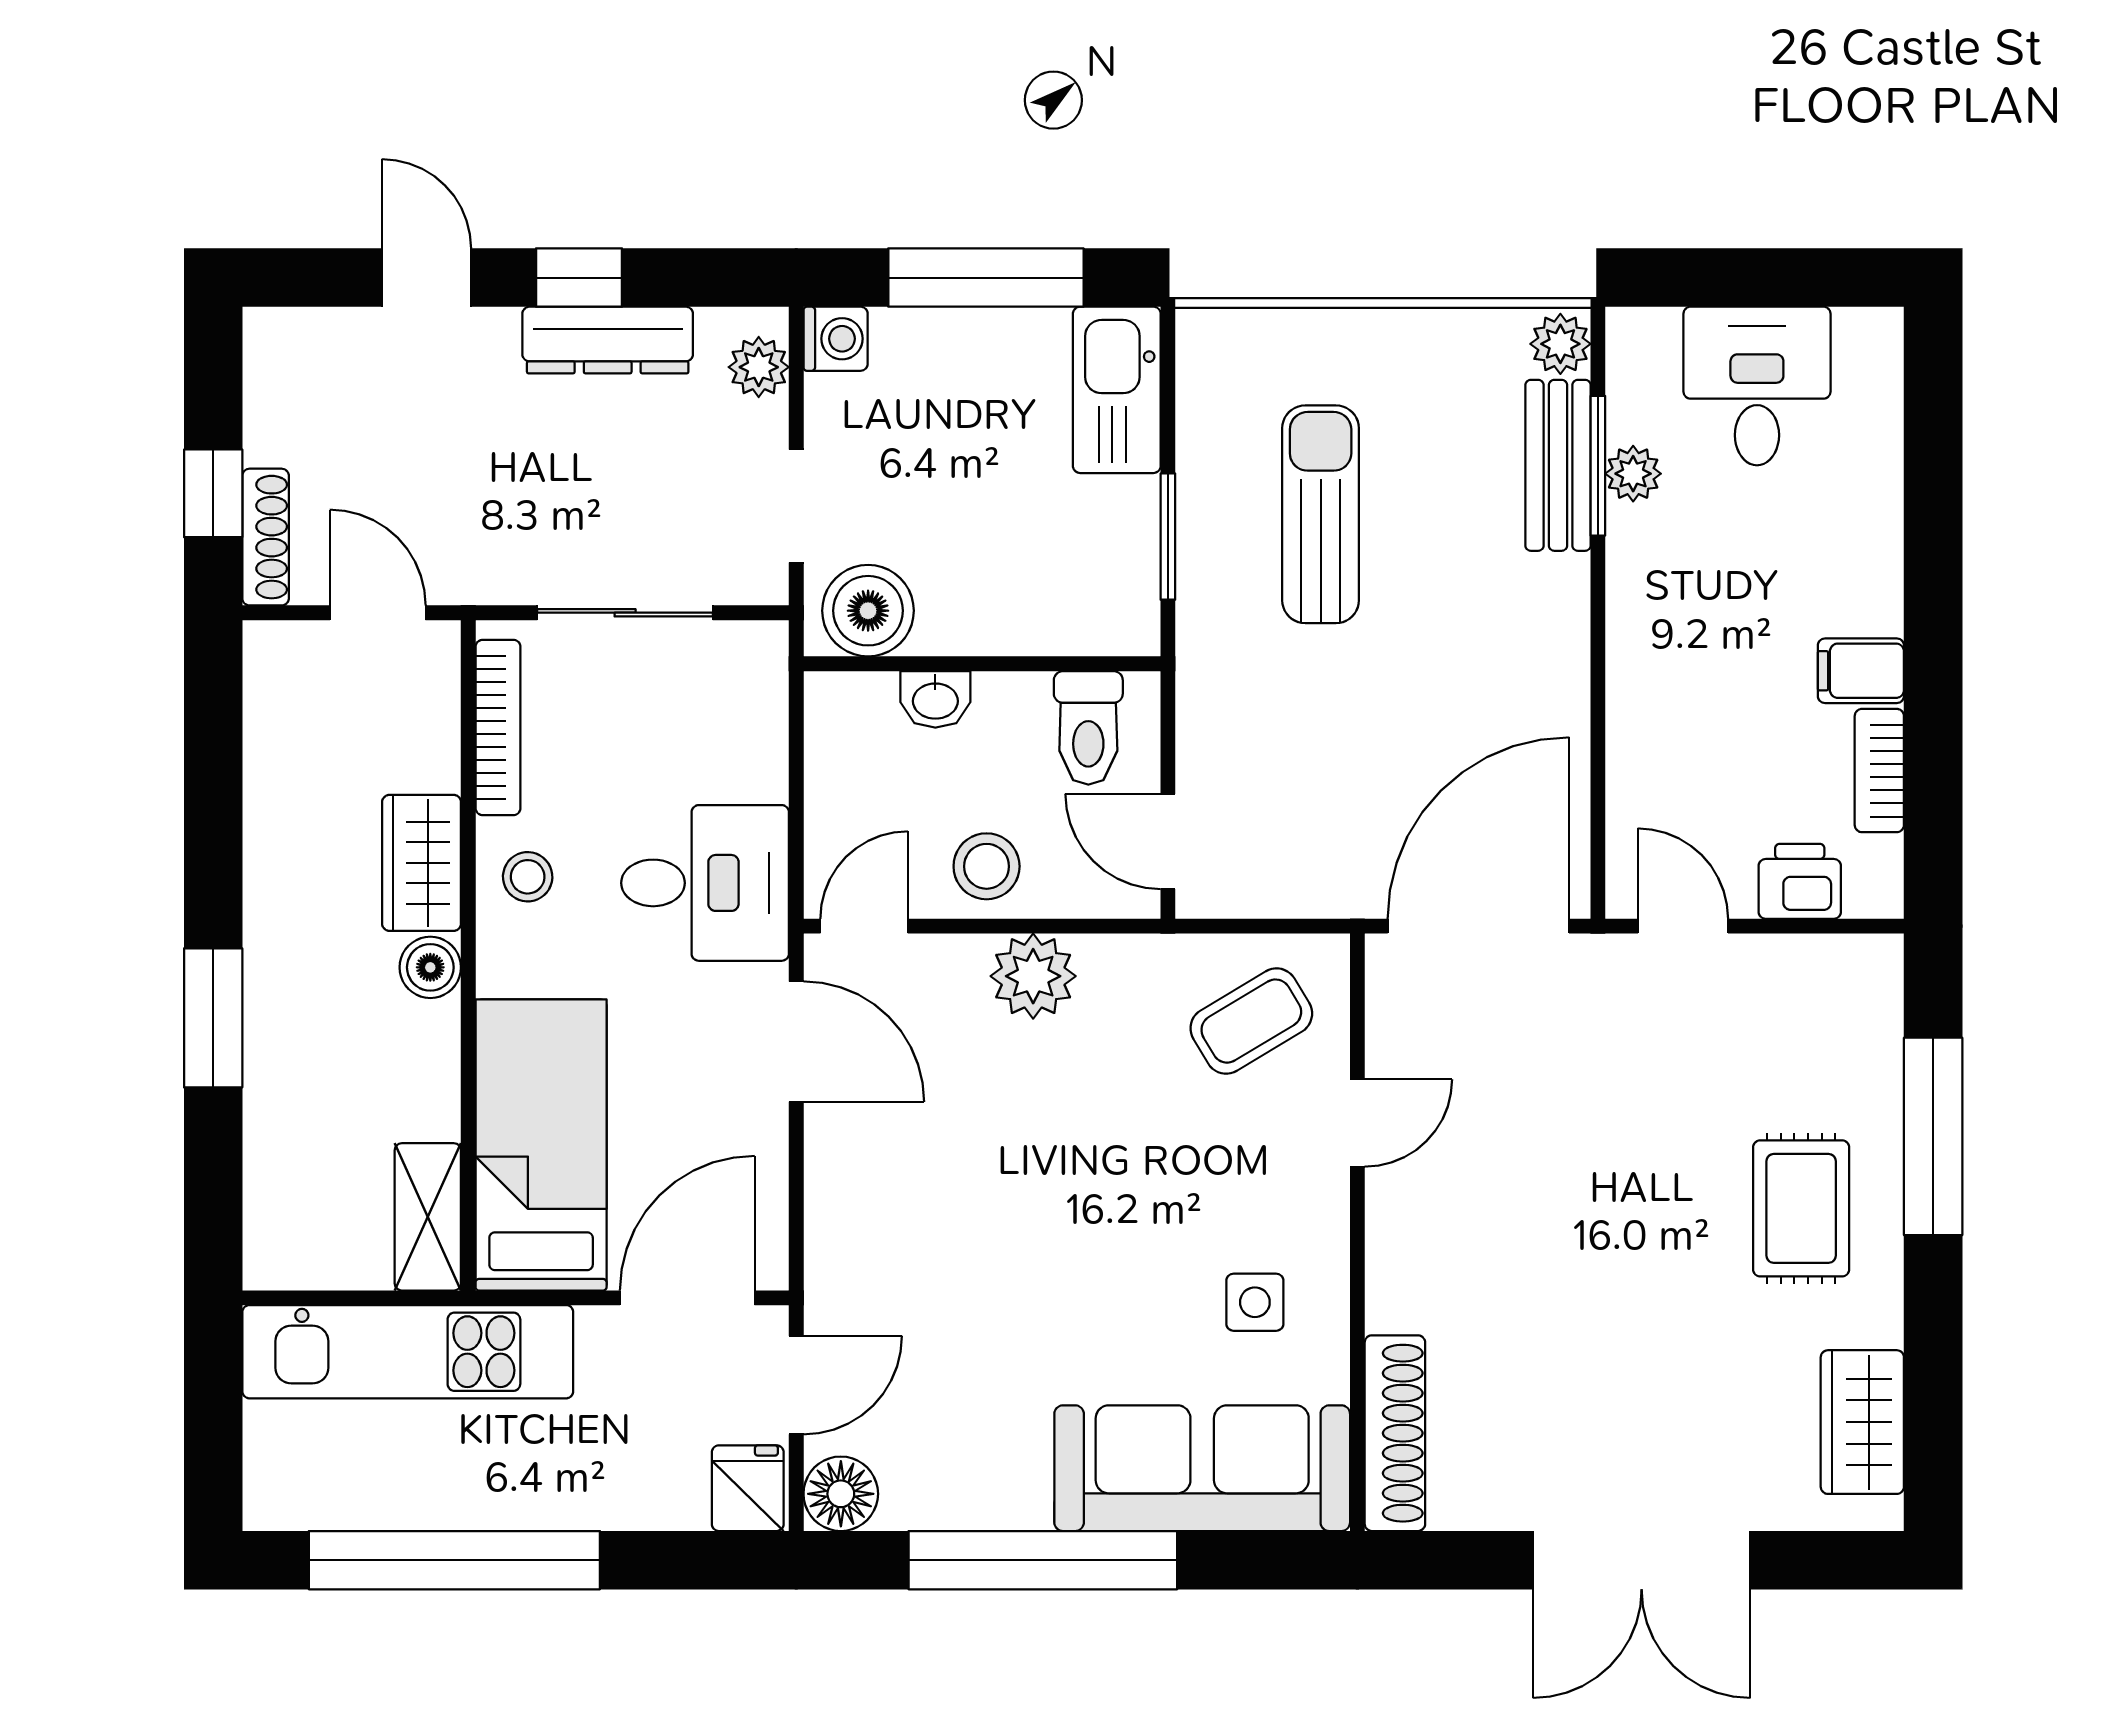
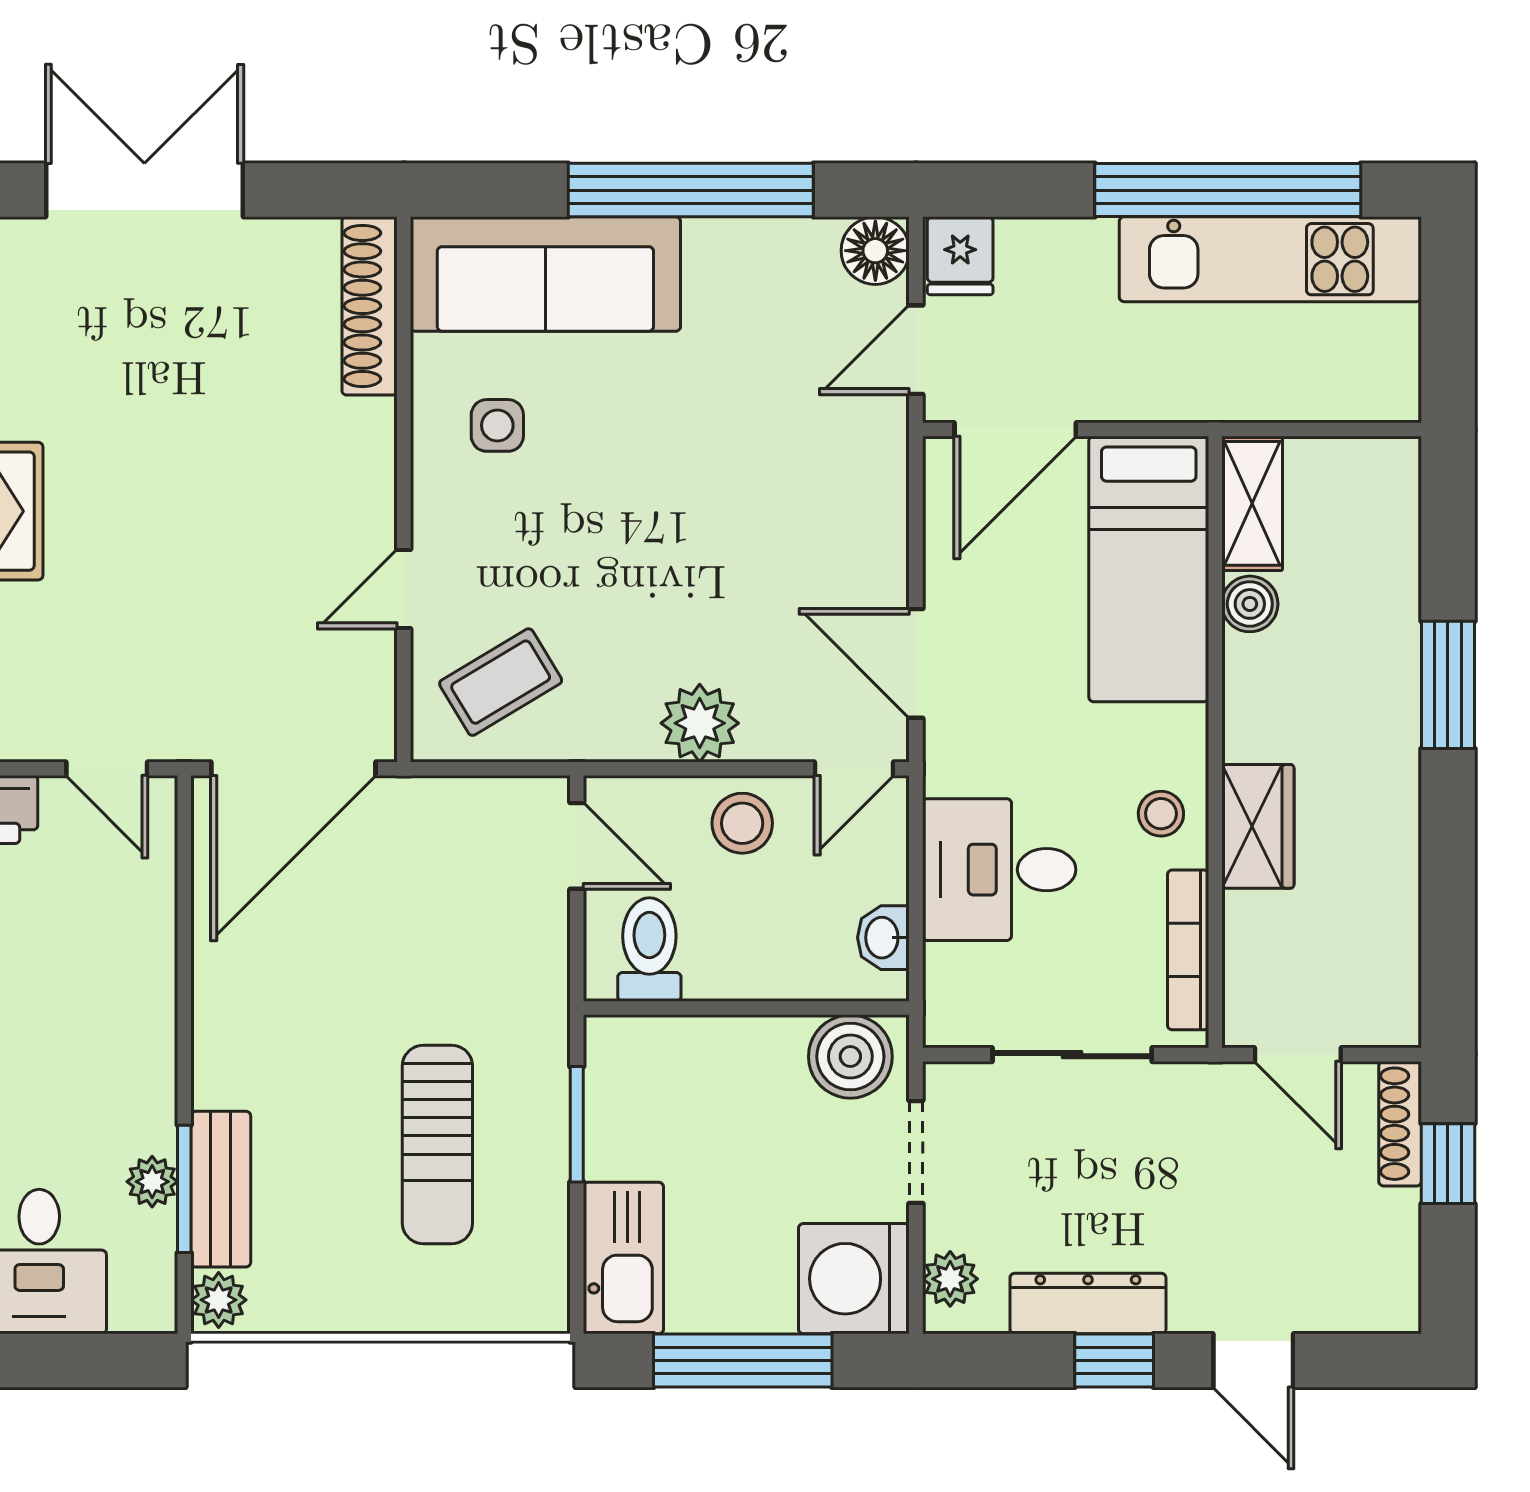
washing machine: (836, 339) -> (854, 1279), width x1.89, depth x1.89
washbasin: (935, 699) -> (883, 938), moved, turned -90
desk: (705, 883) -> (999, 870), moved
boiler: (430, 967) -> (1250, 604), moved
kitchen unit: (408, 1352) -> (1270, 259), moved, turned 180

